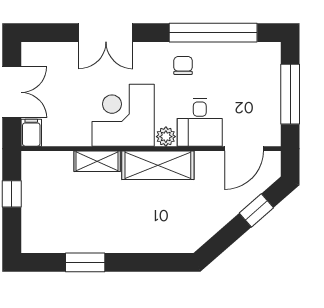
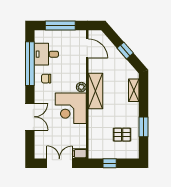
desk: (200, 122) -> (46, 54), moved, turned 180
shelving: (97, 161) -> (134, 90), moved
window: (256, 210) -> (125, 51), moved
pallet: (70, 219) -> (122, 135), added

